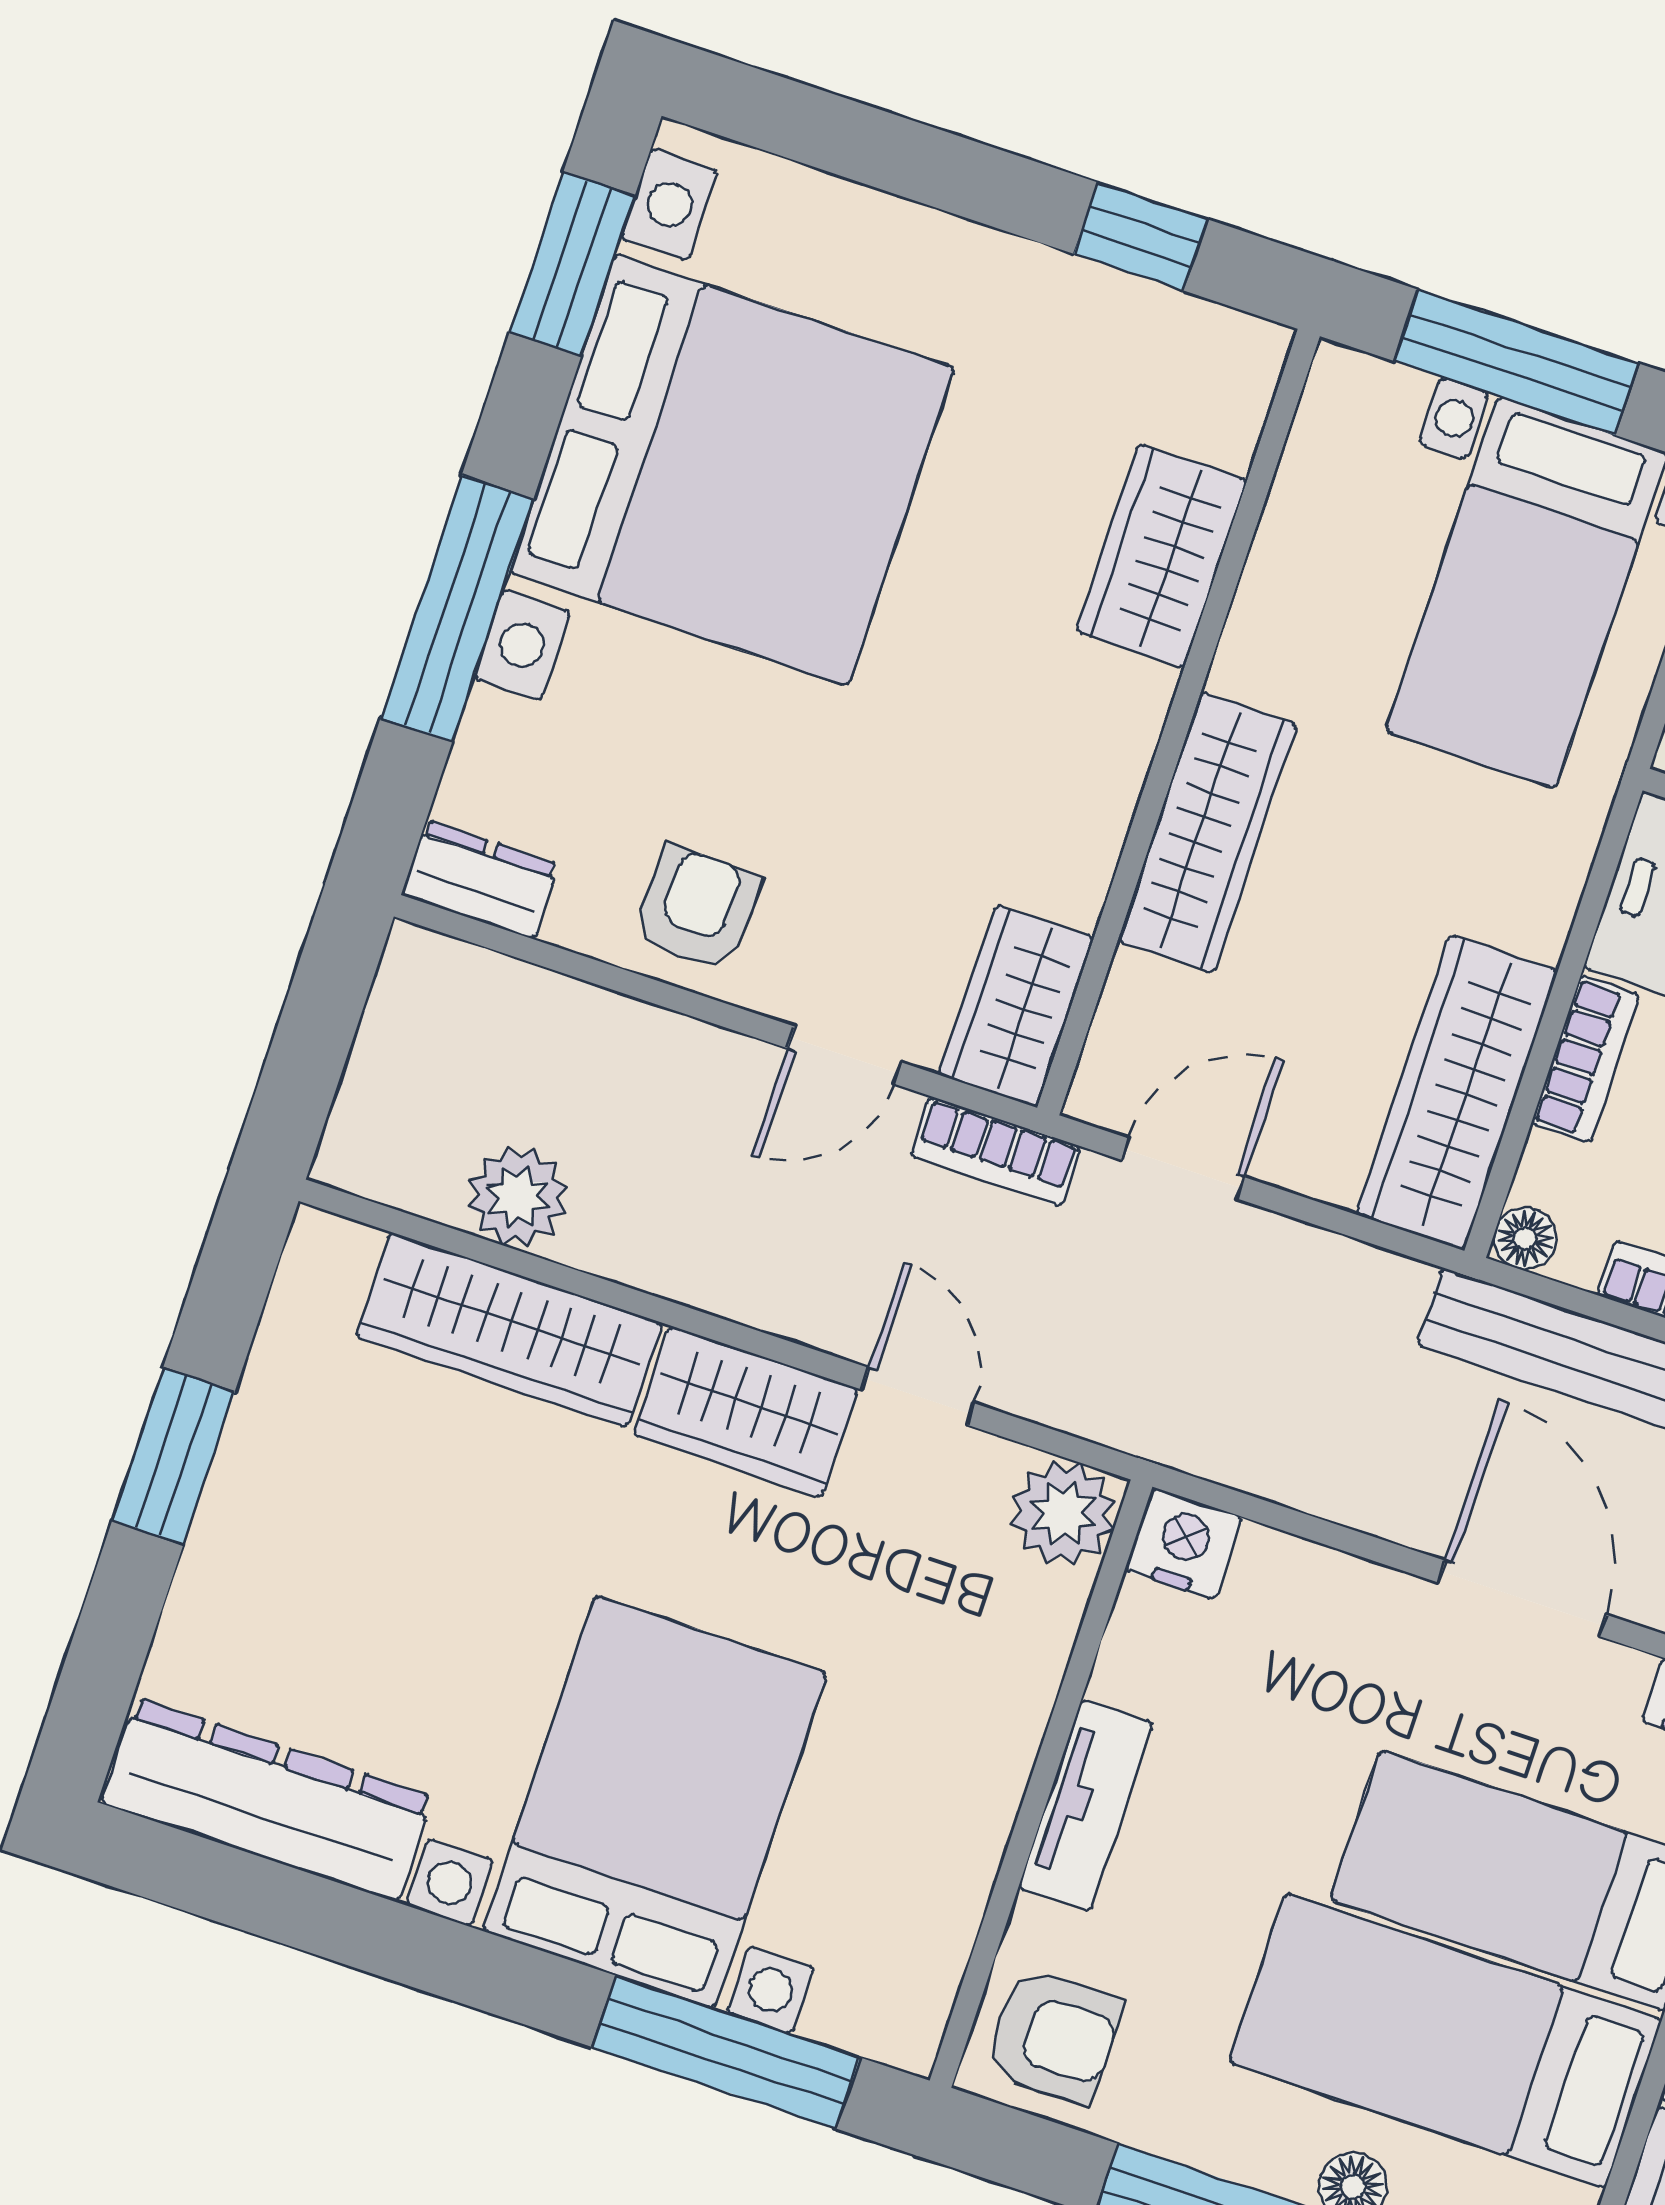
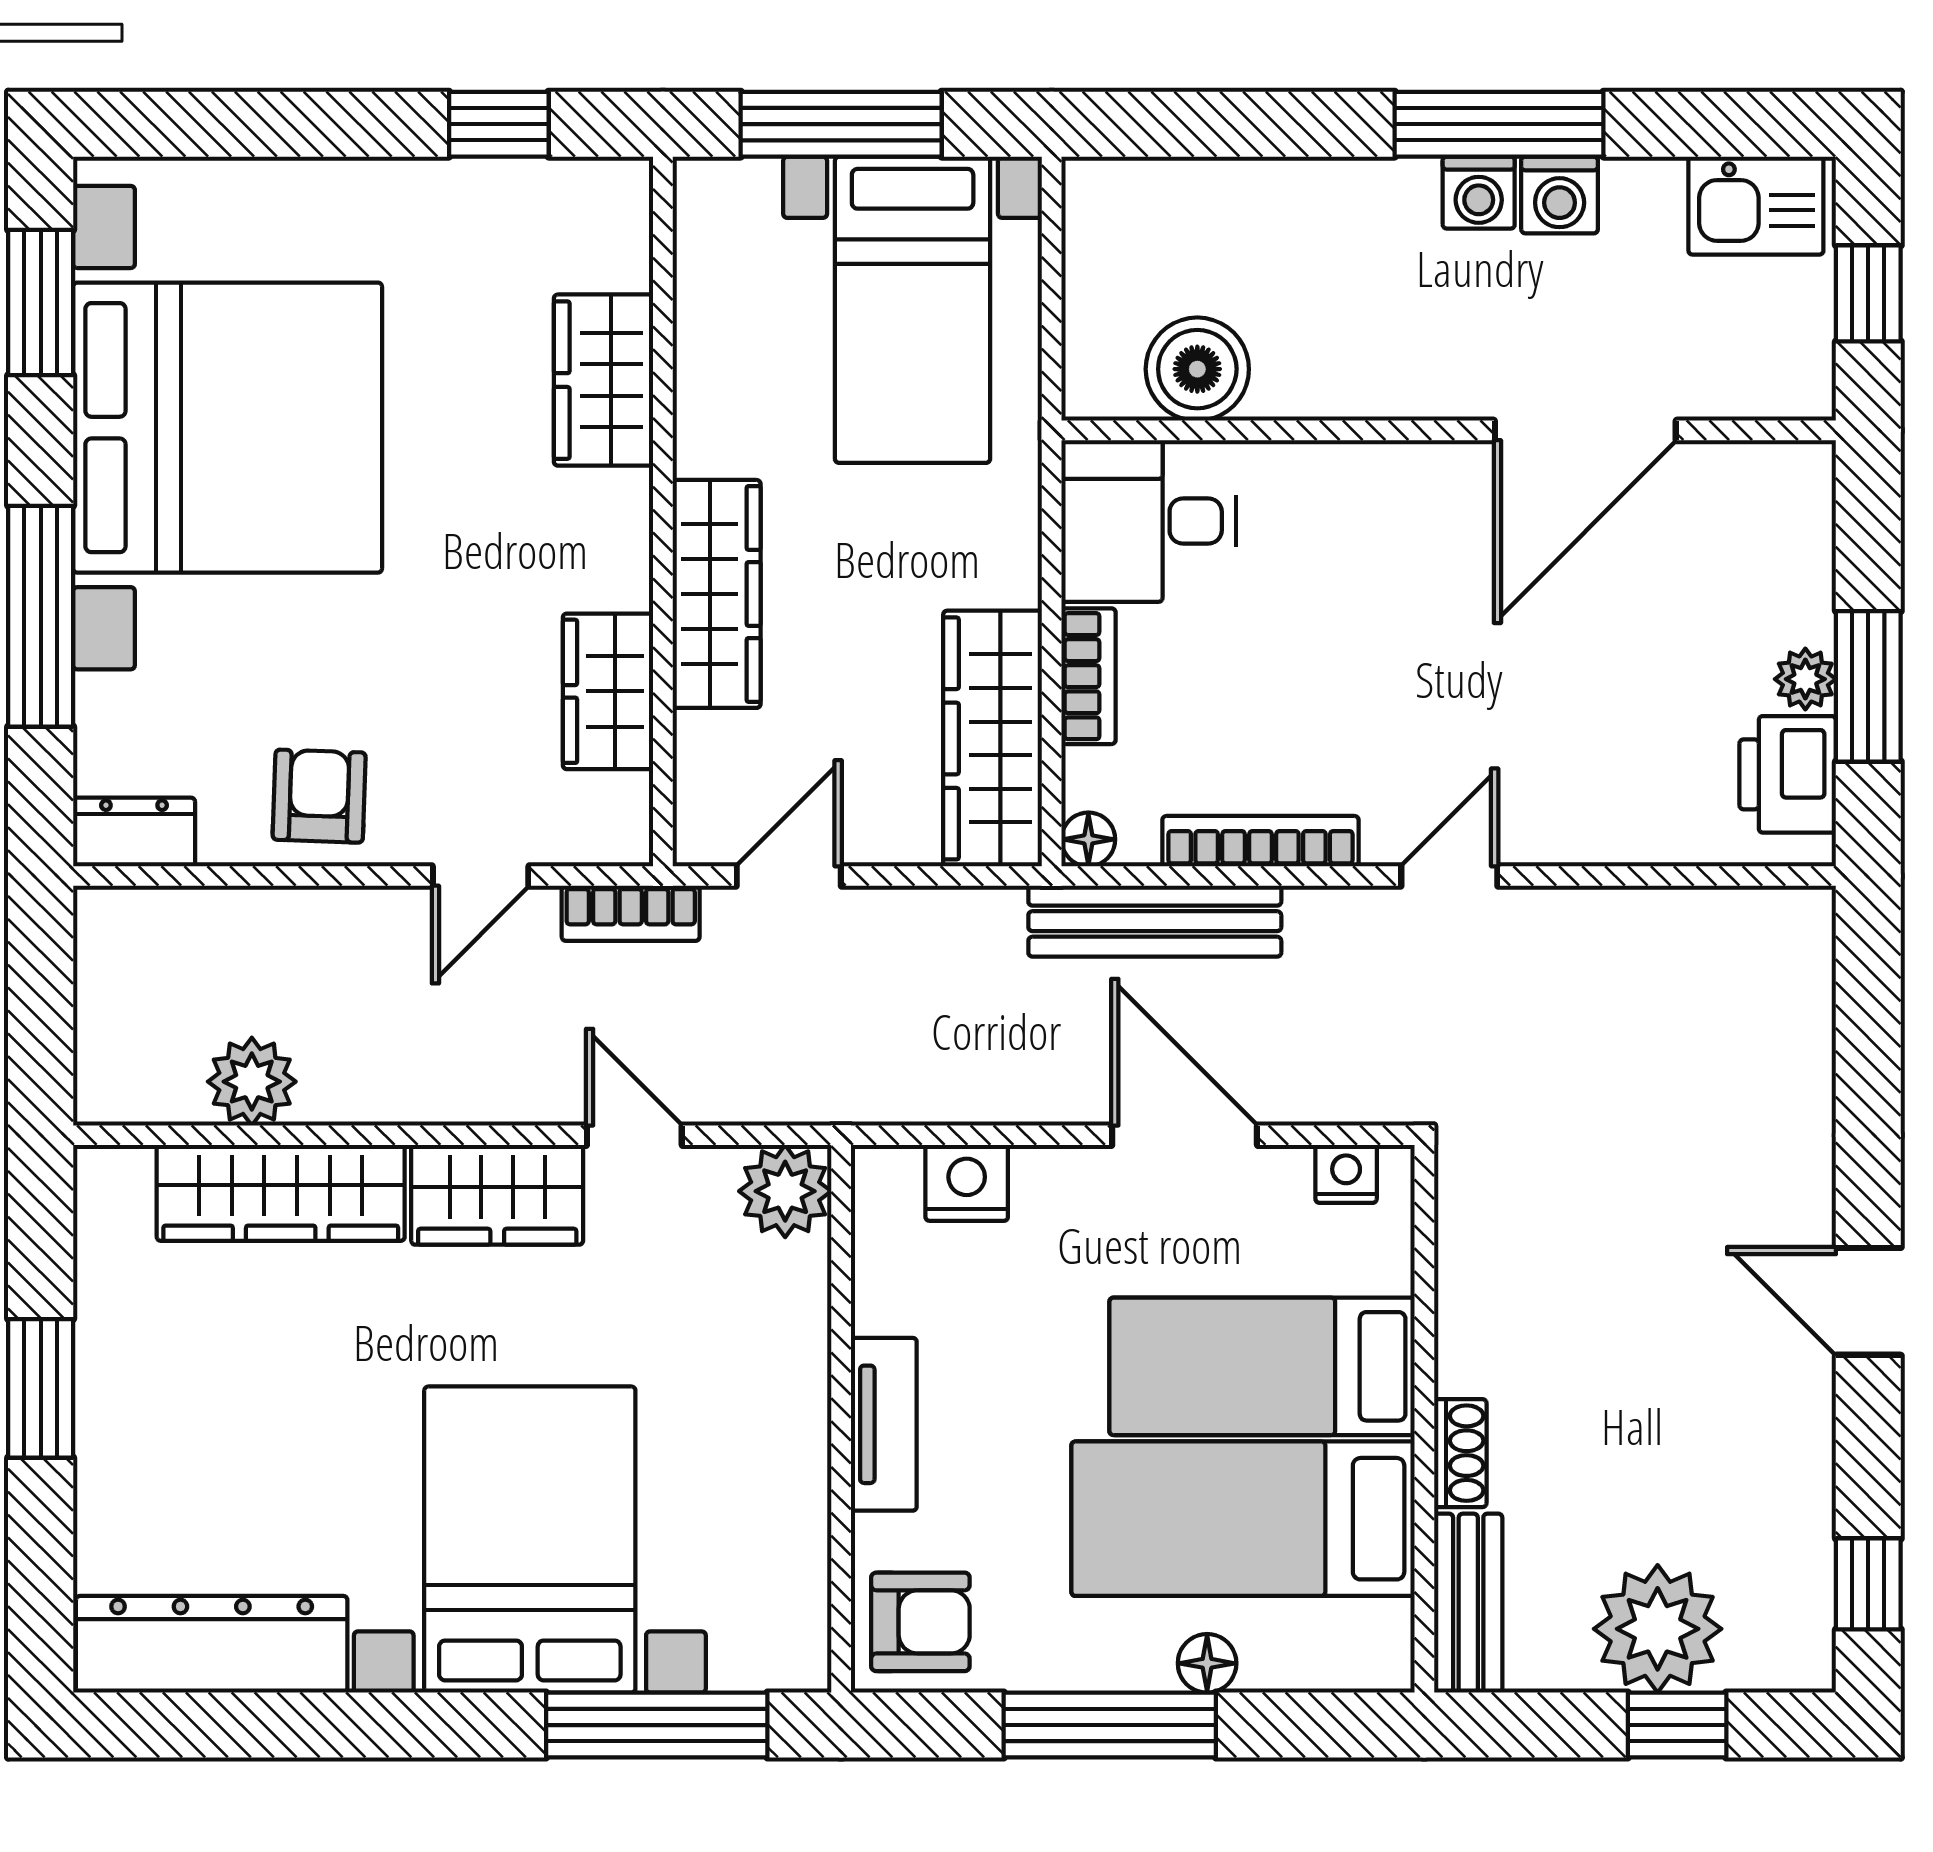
wardrobe: (1017, 1006) -> (608, 691), moved
nightstand: (1184, 1543) -> (967, 1183), moved

